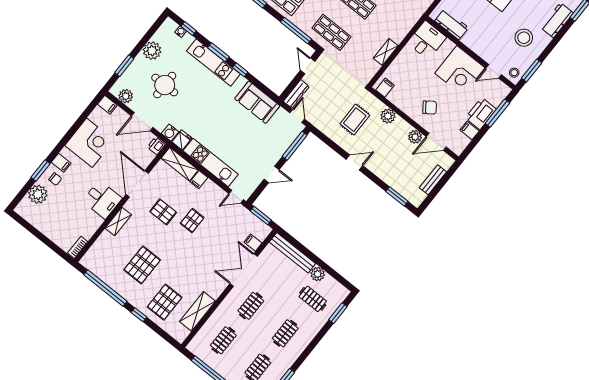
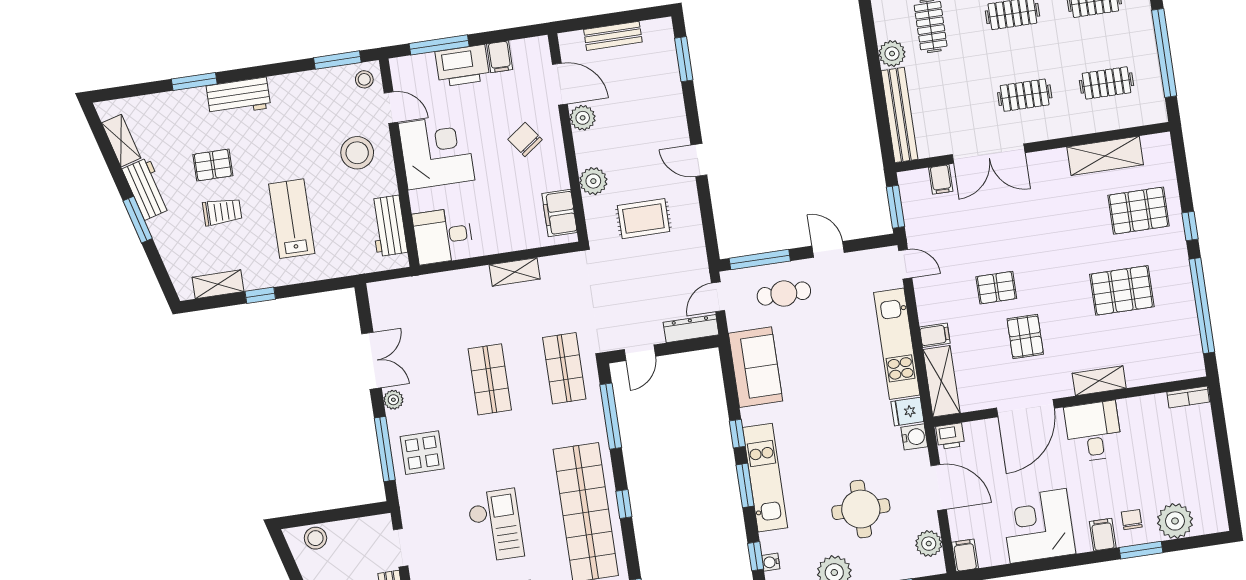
stool: (524, 38) -> (357, 153), moved
filing cabinet: (385, 88) -> (559, 213), width x2.00
cafe table: (273, 141) -> (784, 294), added

